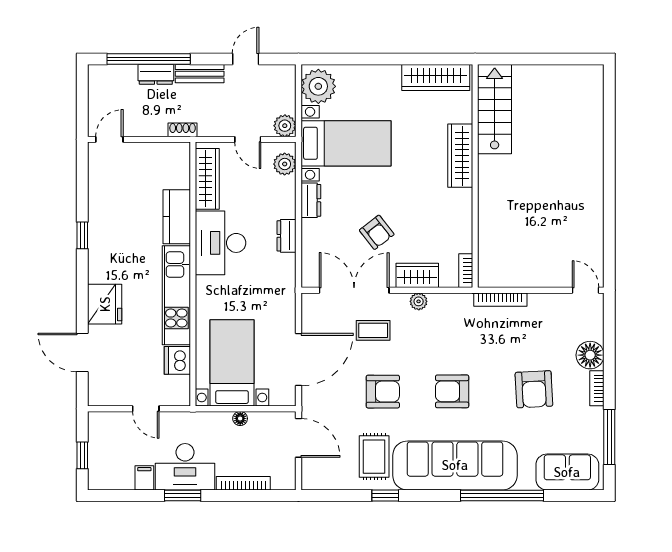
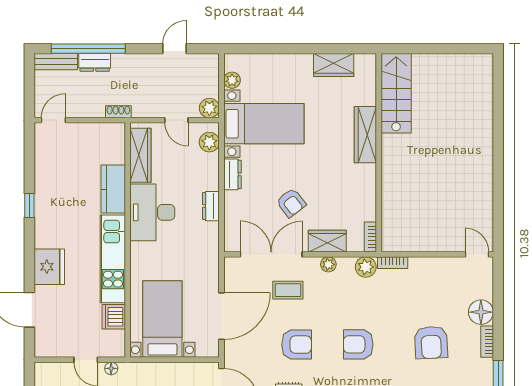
bench: (200, 74) -> (56, 62), moved
wardrobe: (436, 77) -> (334, 65), width x0.67
plant: (318, 86) -> (232, 80), width x0.53, depth x0.53
bookcase: (500, 300) -> (393, 263), width x0.64
plant: (461, 304) -> (366, 267), added
floor lamp: (240, 418) -> (111, 368), moved

